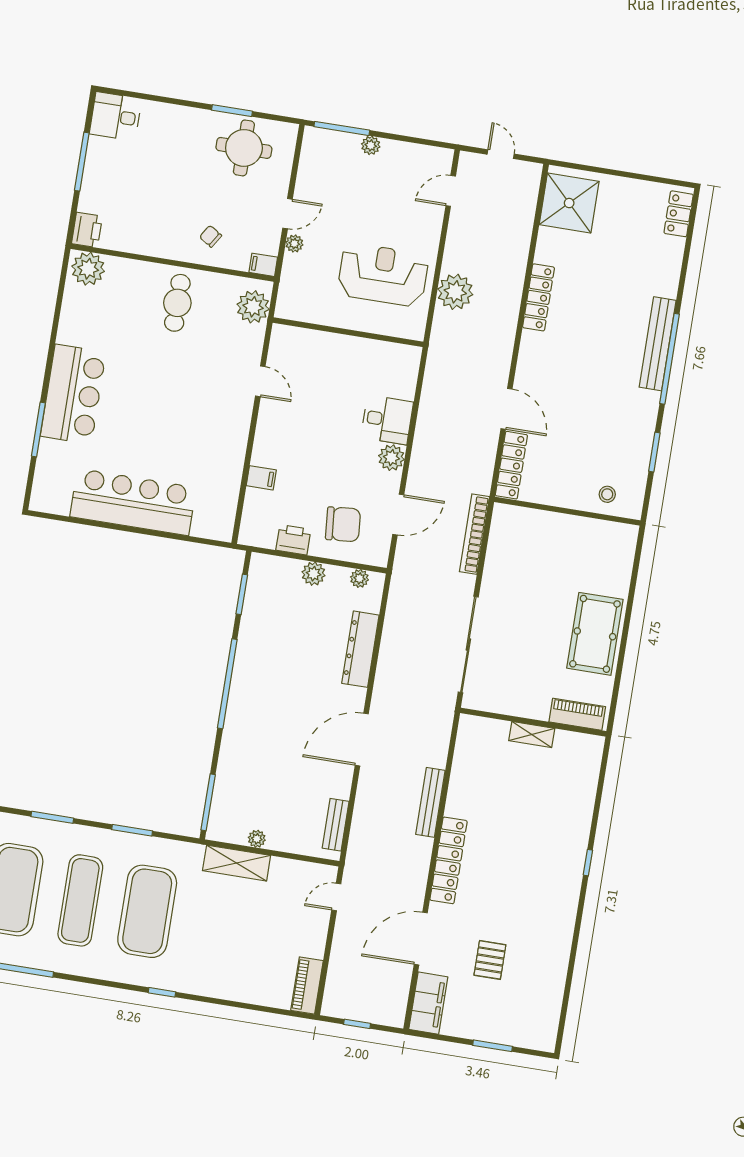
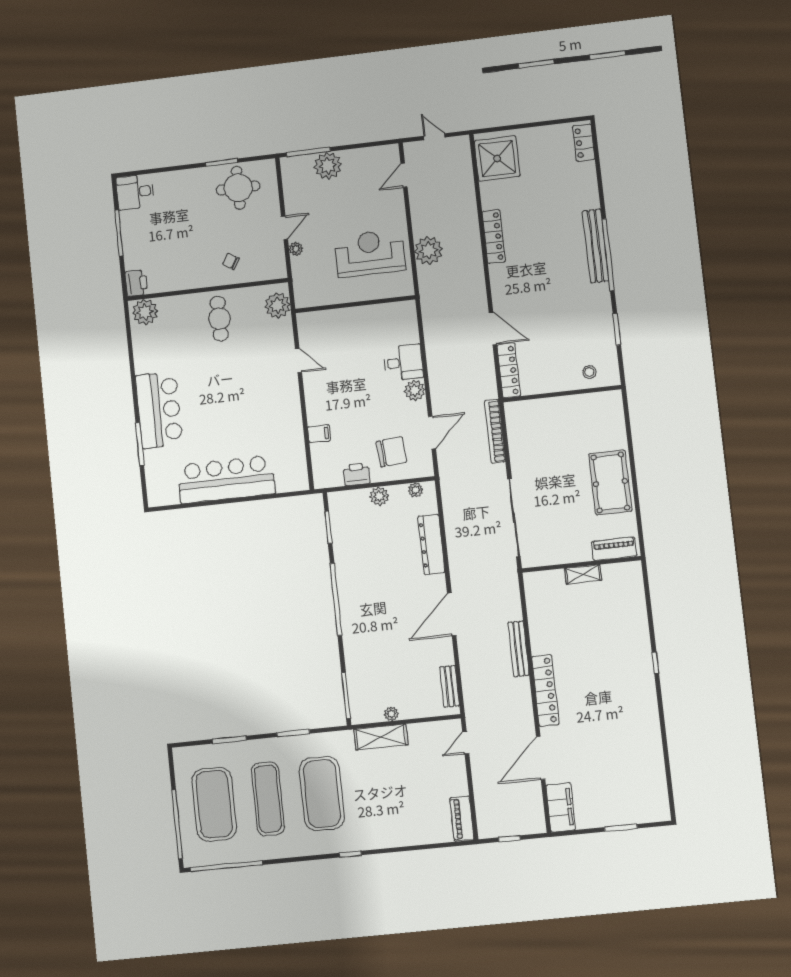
plant: (371, 145) -> (328, 166), width x1.88, depth x1.88
filing cabinet: (263, 265) -> (277, 271), removed
pallet: (490, 960) -> (600, 760), removed

